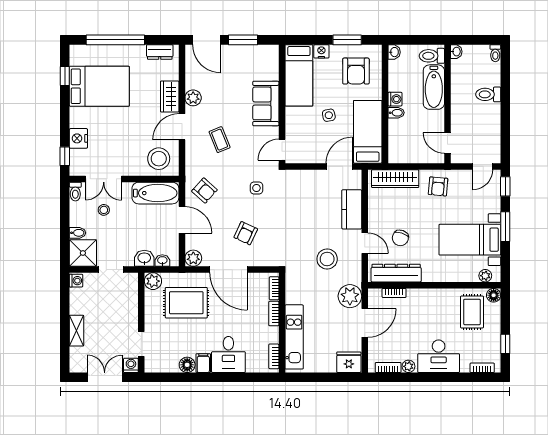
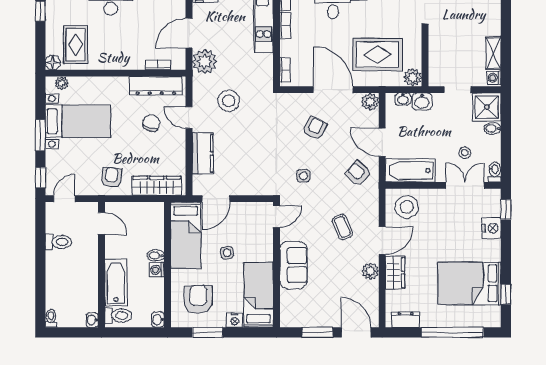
toilet: (488, 94) -> (58, 242), moved
bookcase: (274, 314) -> (285, 25), moved
shelving: (76, 331) -> (494, 53), moved

